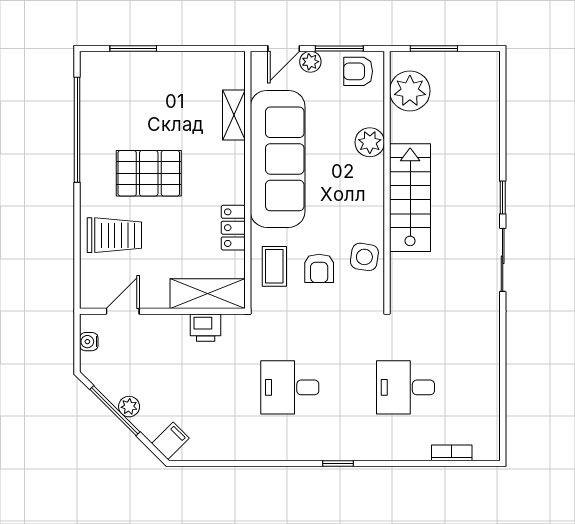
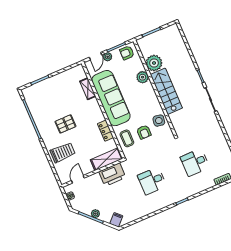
plant: (410, 91) -> (154, 63), moved
pallet: (149, 173) -> (65, 124), width x0.67, depth x0.71
printer: (206, 328) -> (112, 175), width x1.87, depth x1.48

